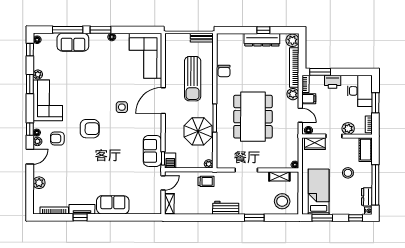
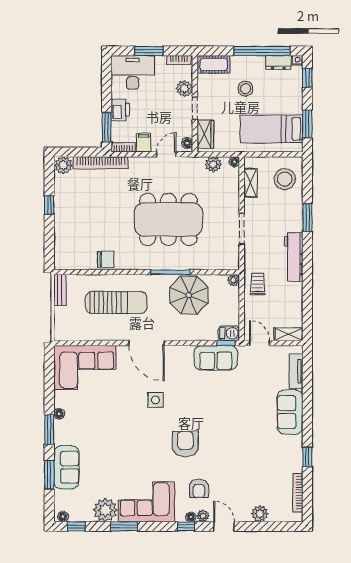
window: (68, 30) -> (49, 475), width x0.69
dresser: (262, 40) -> (62, 207), removed
plant: (38, 74) -> (105, 510), width x1.87, depth x1.87
plant: (293, 94) -> (213, 165), moved
workbench: (226, 208) -> (294, 257), width x1.37
tv unit: (82, 209) -> (296, 371), moved

